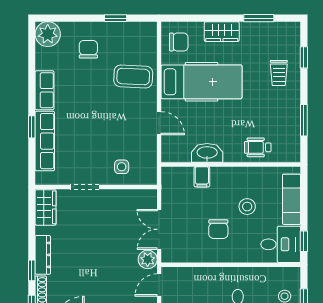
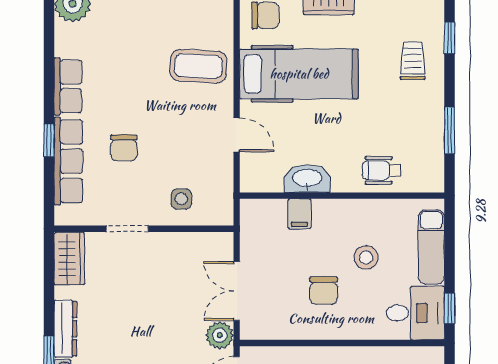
chair: (88, 49) -> (124, 148), moved, turned 180
trolley: (279, 73) -> (413, 61), turned 180

